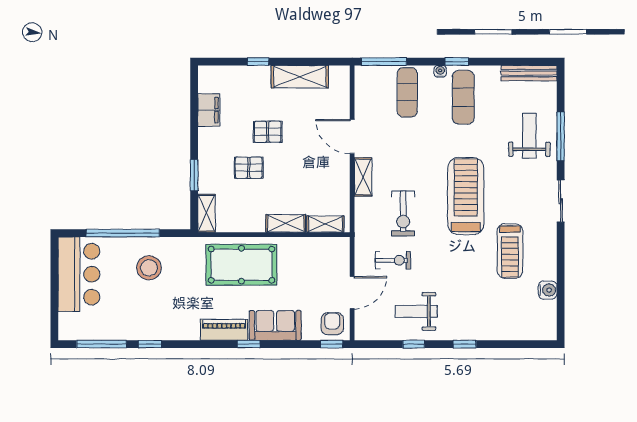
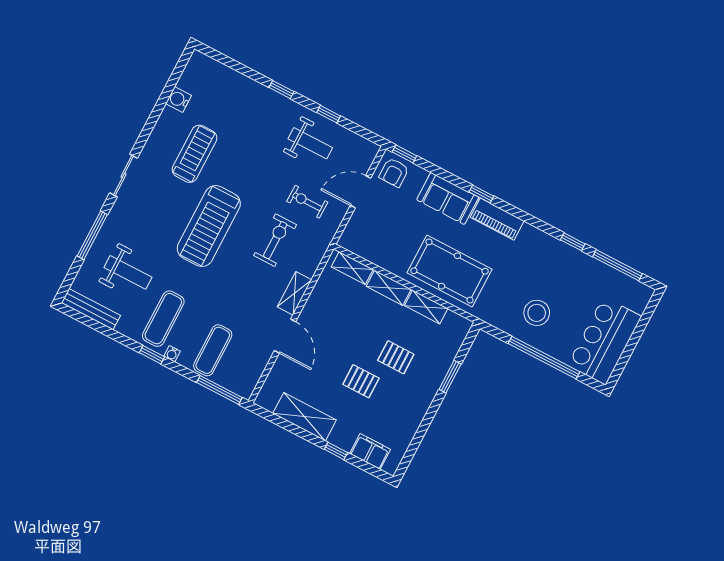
filing cabinet: (209, 110) -> (370, 451), moved, turned 90
weight bench: (529, 136) -> (128, 272), moved, turned -90
shelving: (206, 213) -> (426, 307), moved, turned 90

